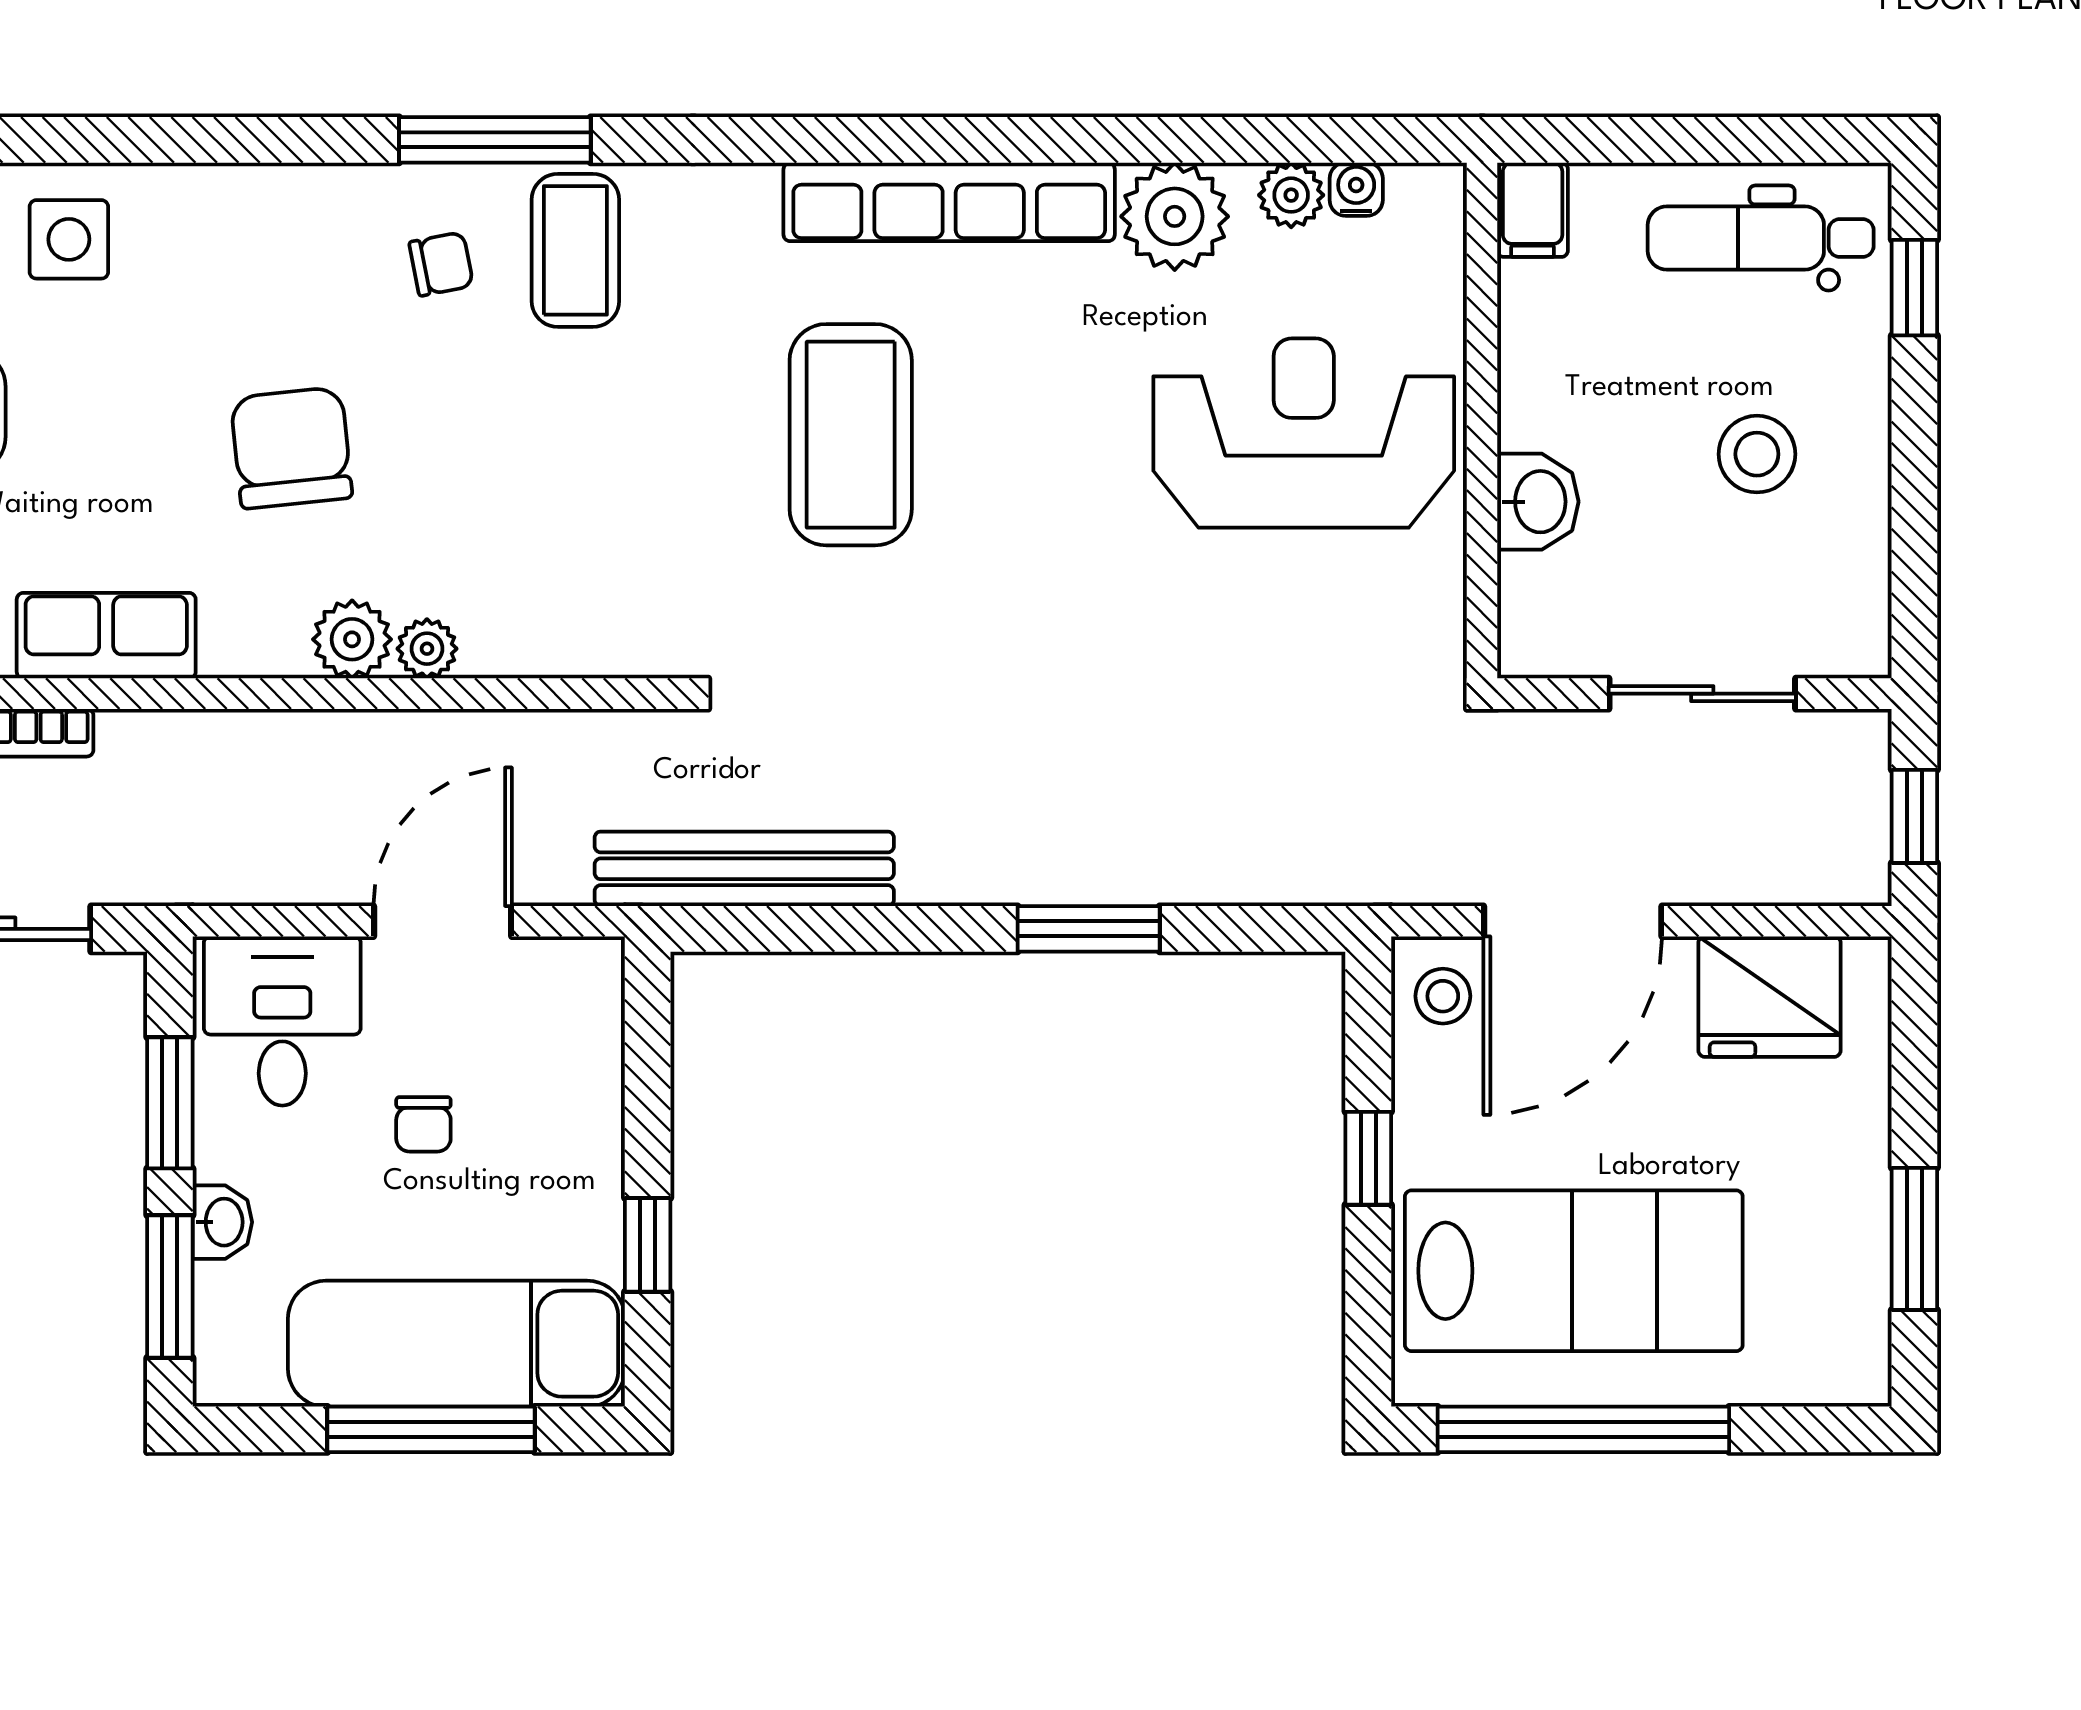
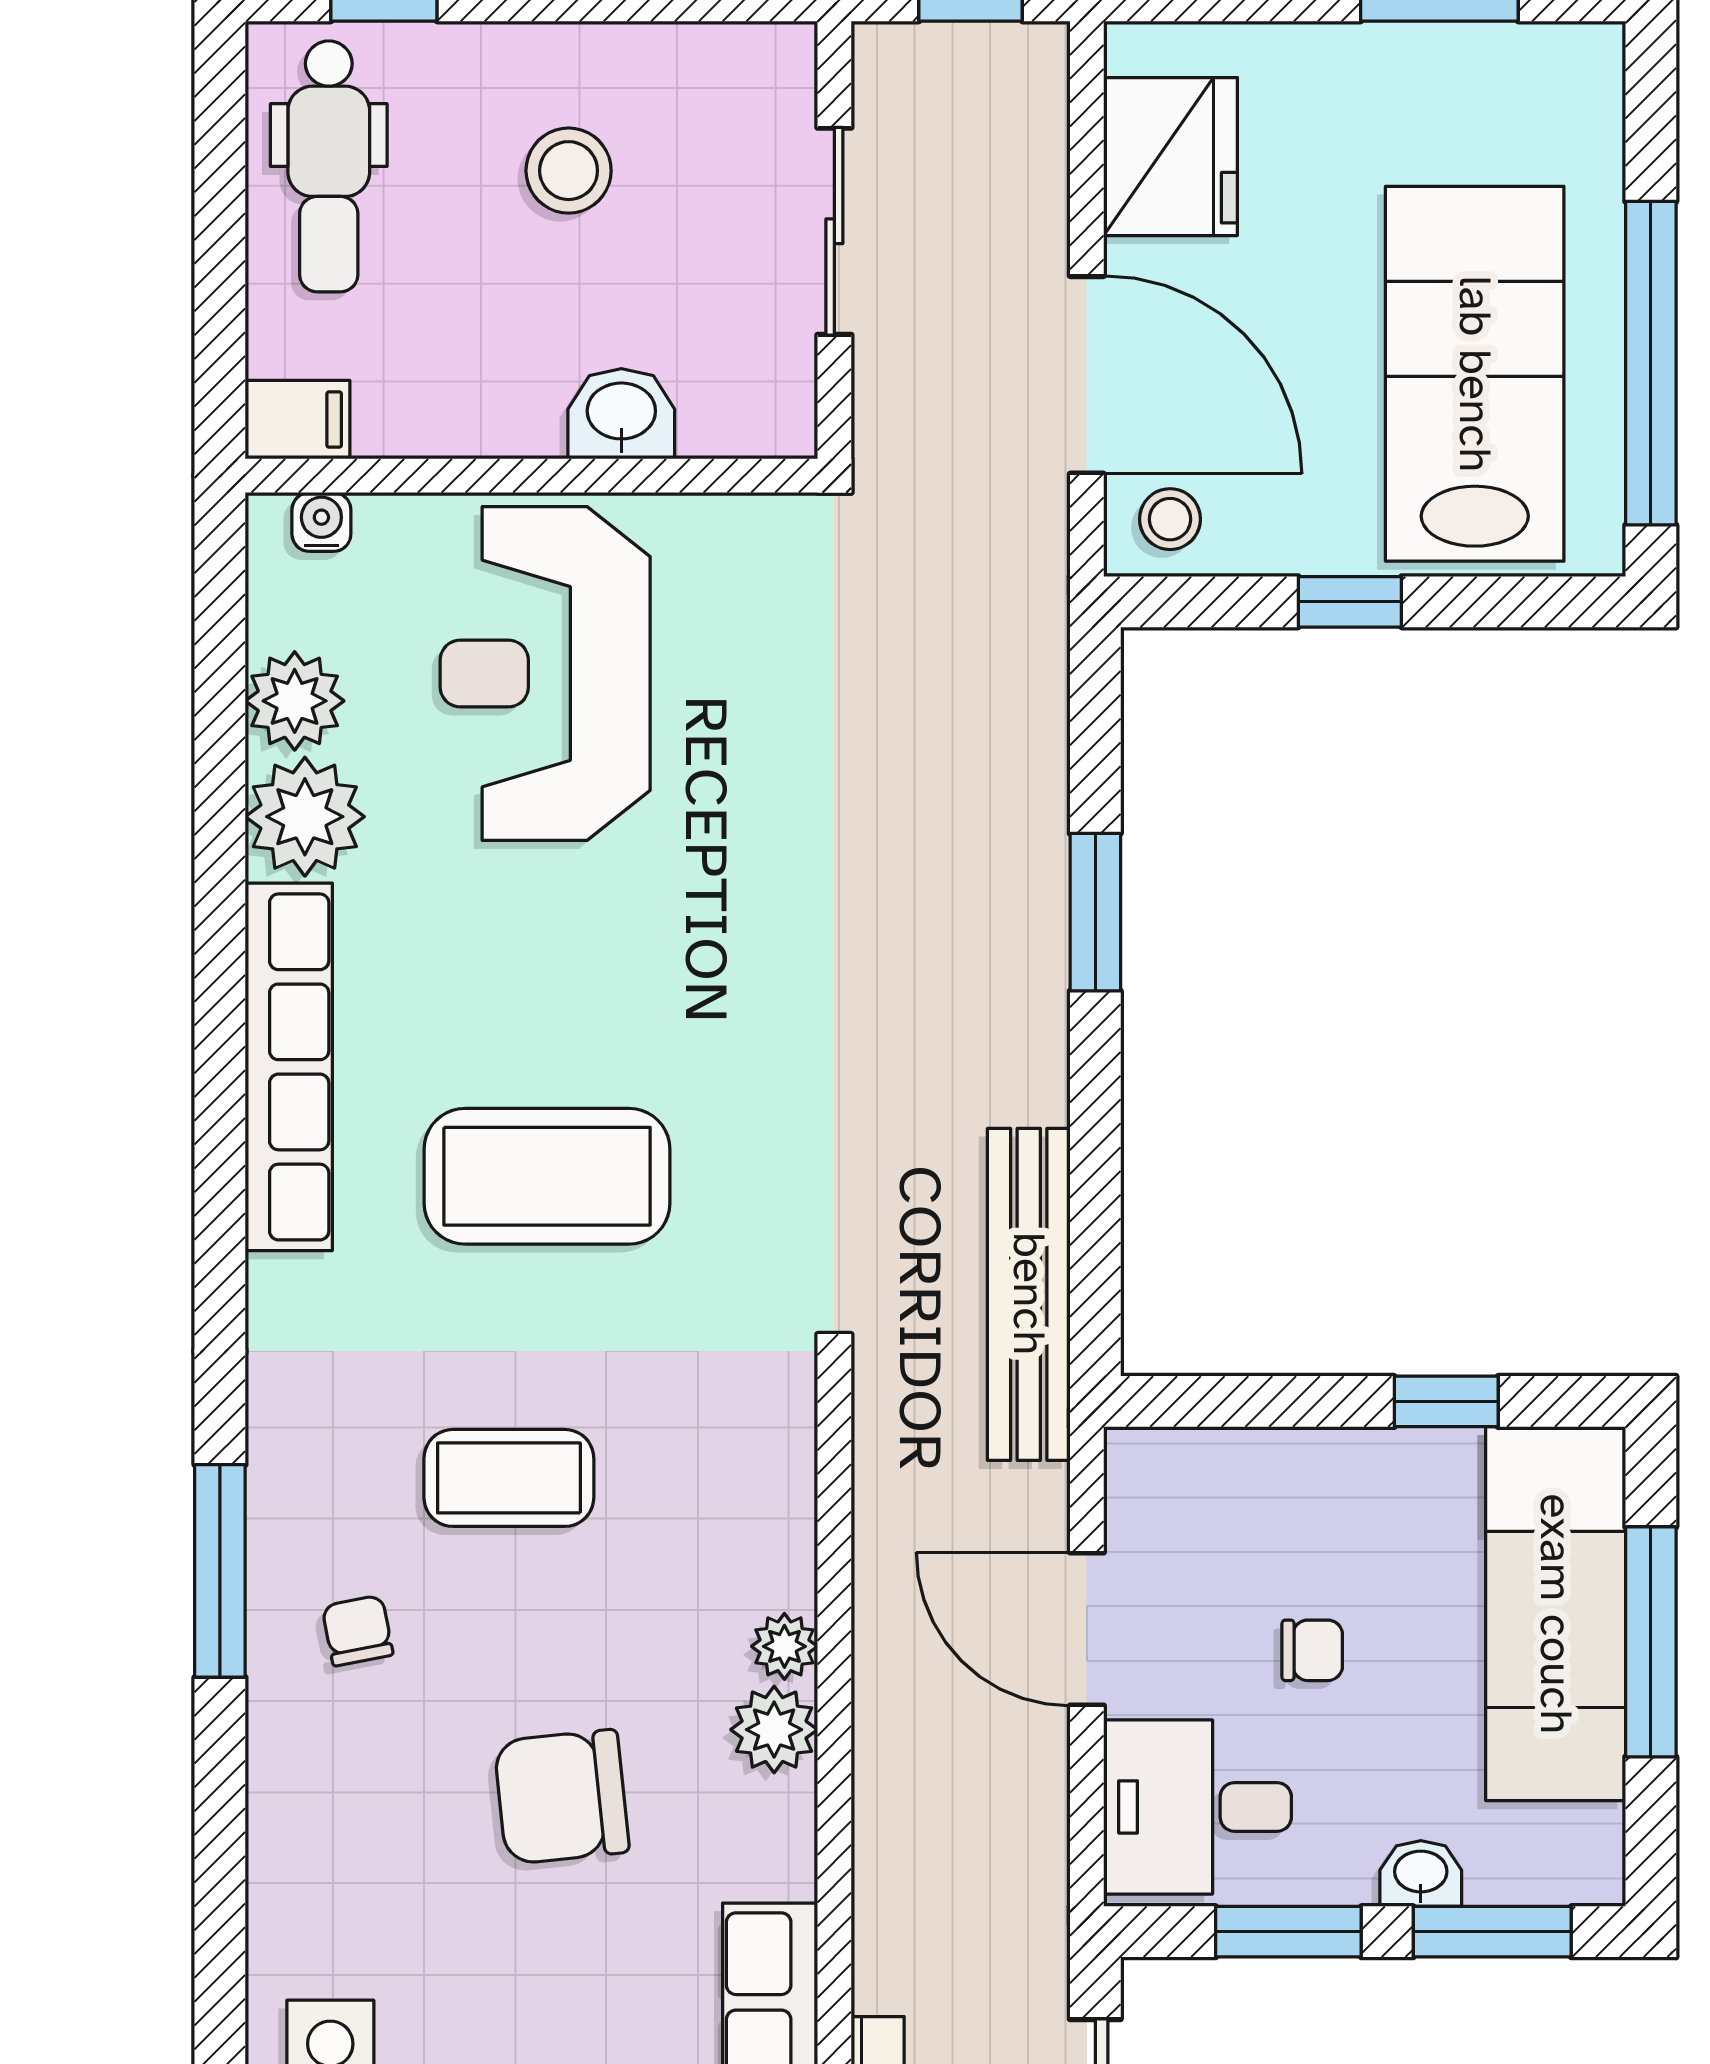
water cooler: (1356, 189) -> (321, 522), moved, turned 90
plant: (1291, 195) -> (295, 701), width x1.38, depth x1.38
coffee table: (575, 250) -> (509, 1478), moved

